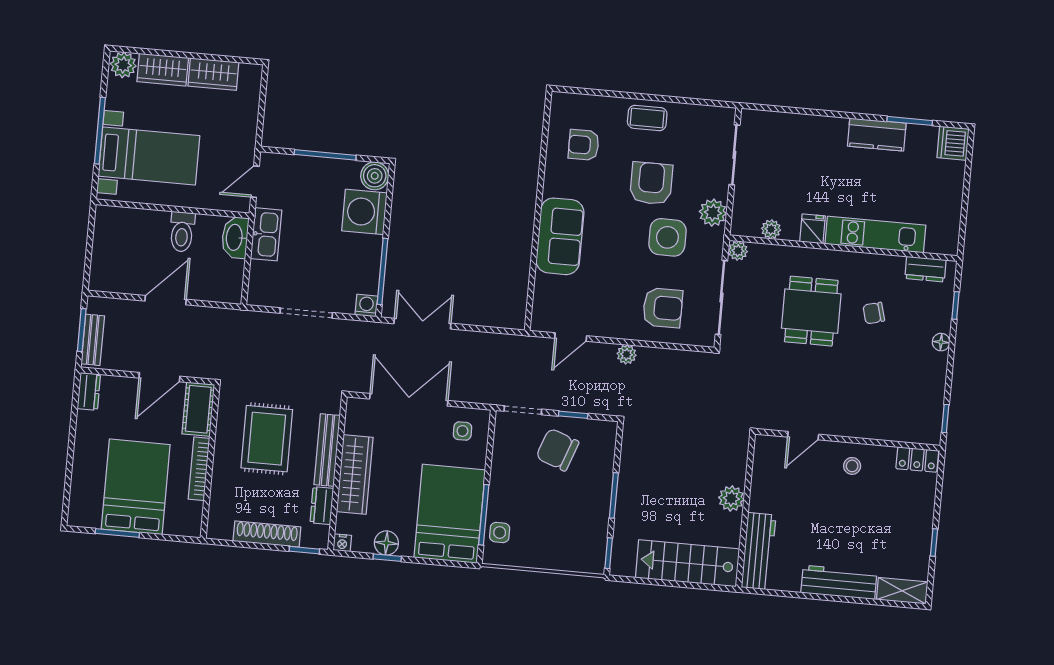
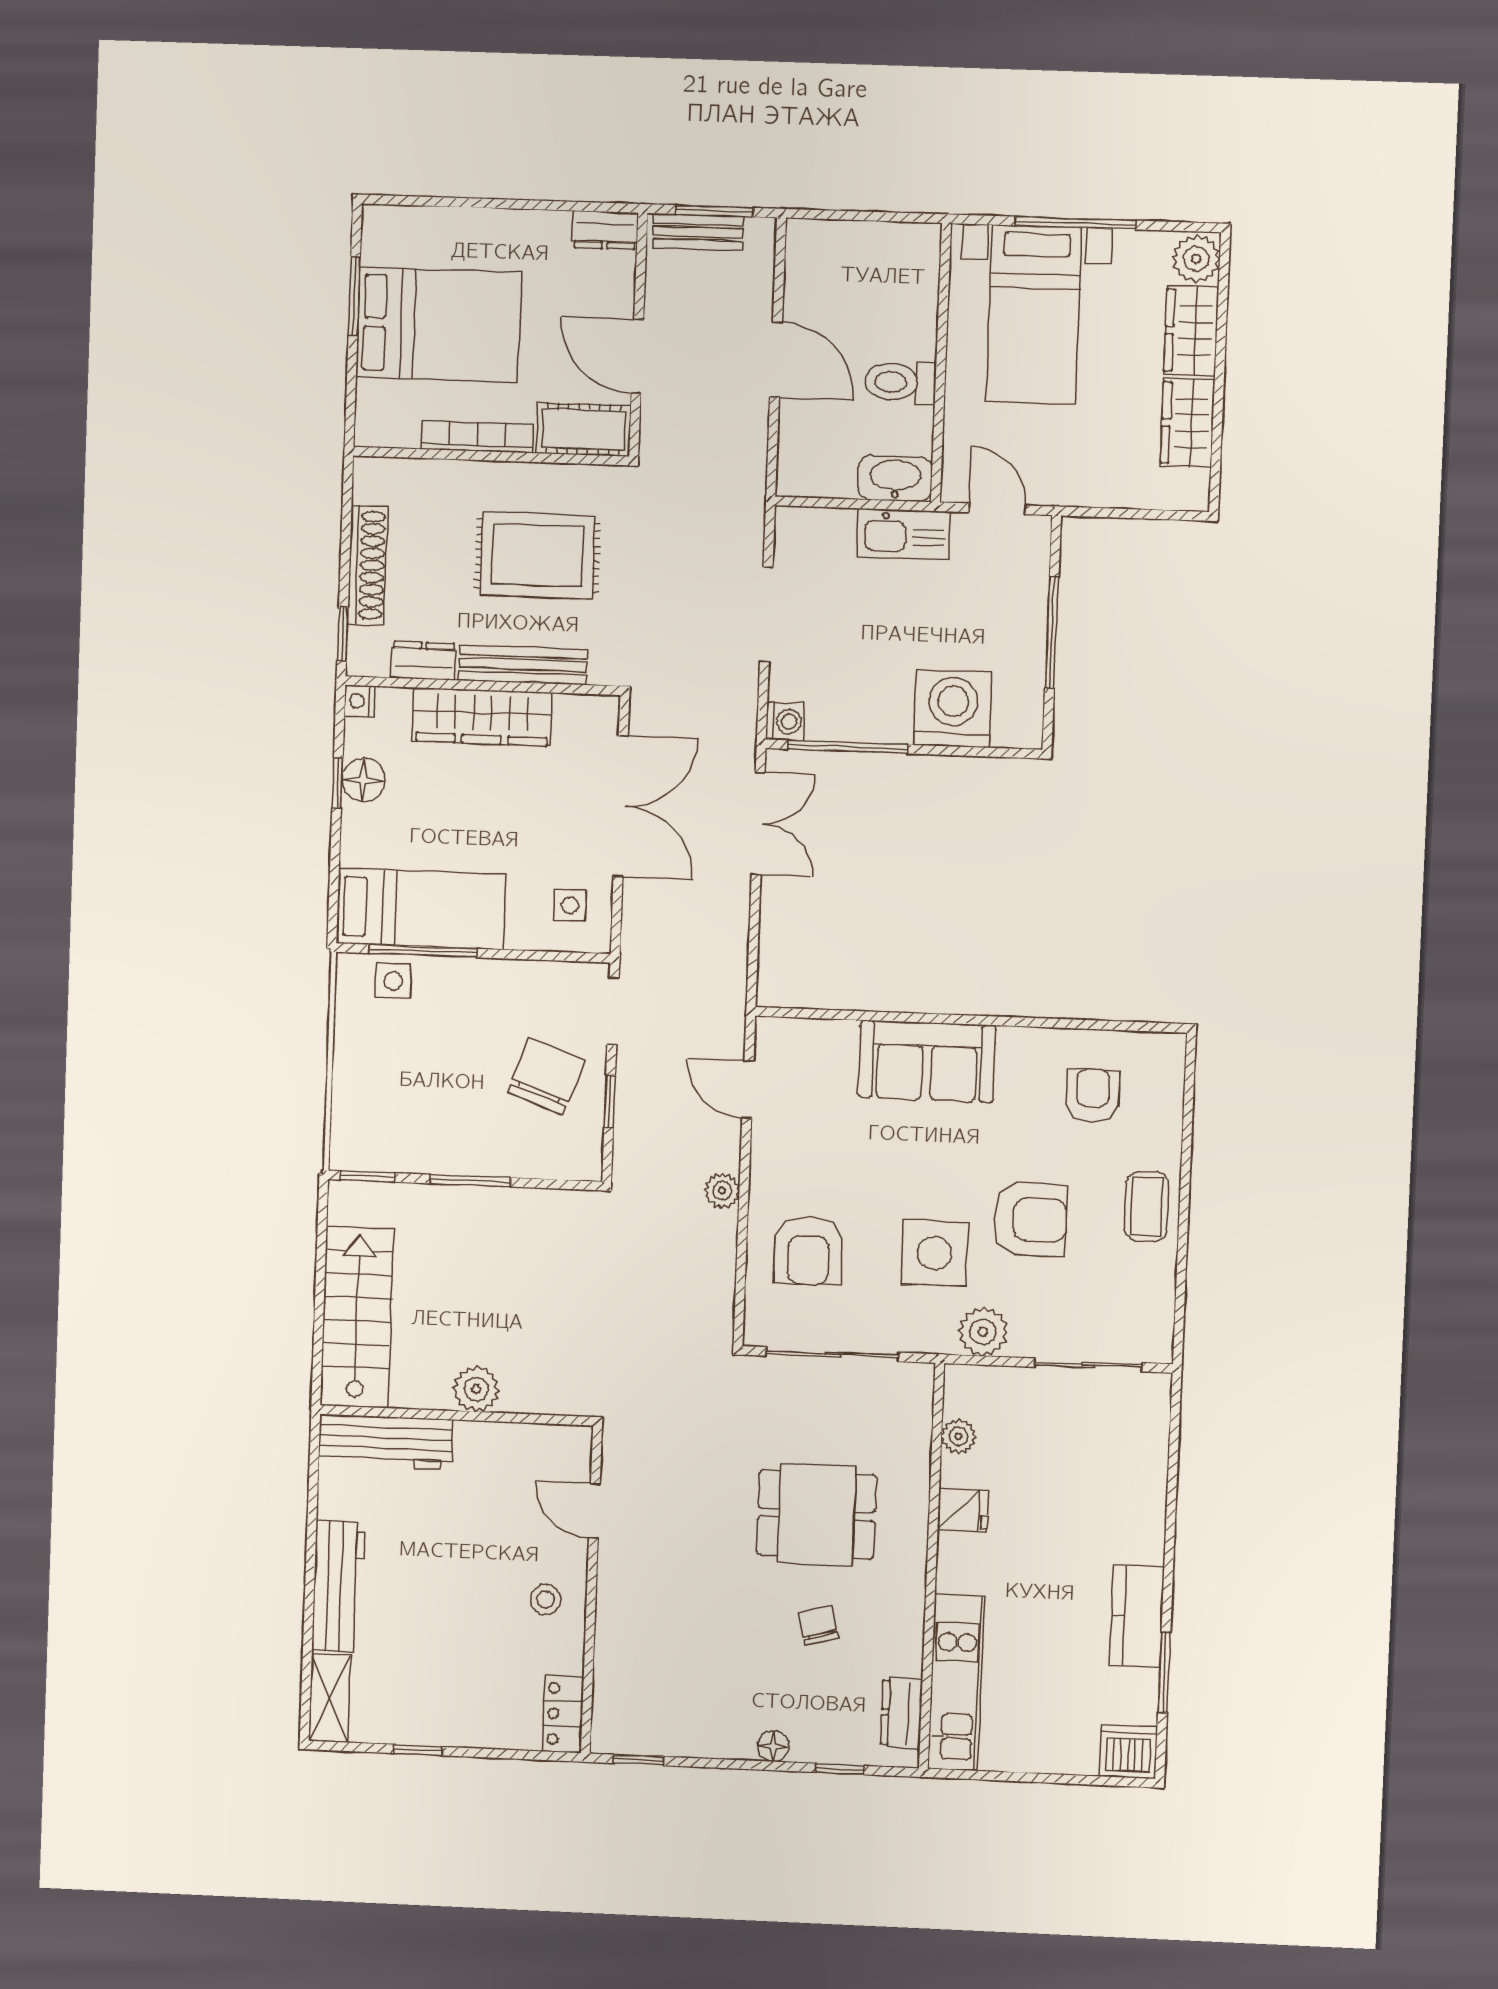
boiler: (375, 176) -> (1019, 724), removed
kitchen unit: (875, 235) -> (956, 1682), moved
plant: (738, 251) -> (917, 1379), removed
bed: (450, 514) -> (421, 909), width x0.67

